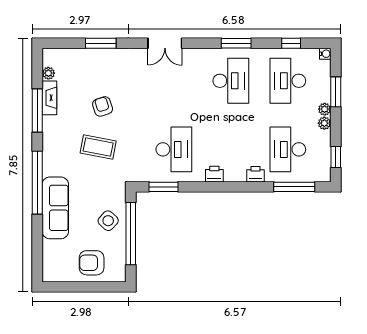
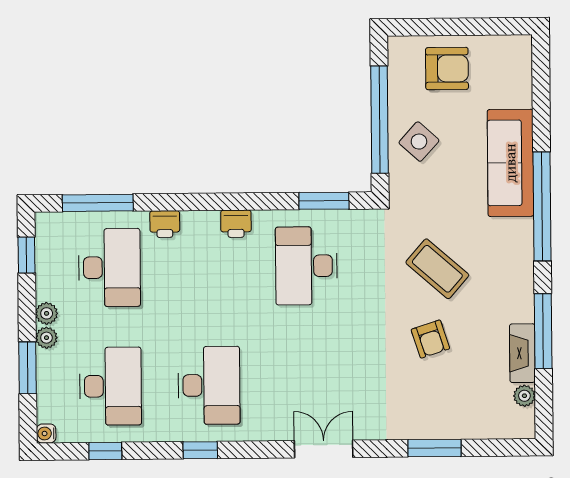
window: (236, 43) -> (200, 450), width x0.67
desk: (231, 81) -> (209, 385), turned 180
coffee table: (98, 147) -> (437, 269), turned 30

